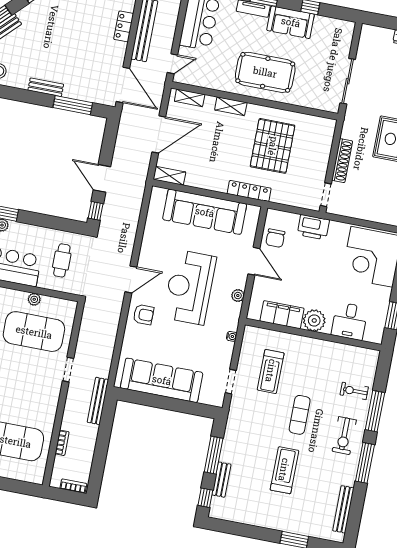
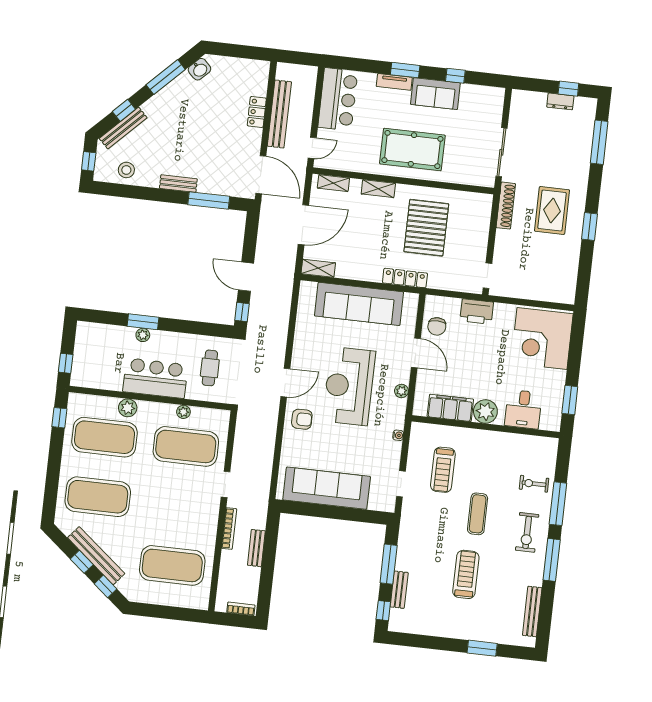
shoe rack: (342, 161) -> (506, 206), moved
bench: (98, 401) -> (256, 548), moved, width x0.73
bookcase: (62, 443) -> (229, 529), moved, width x1.56

